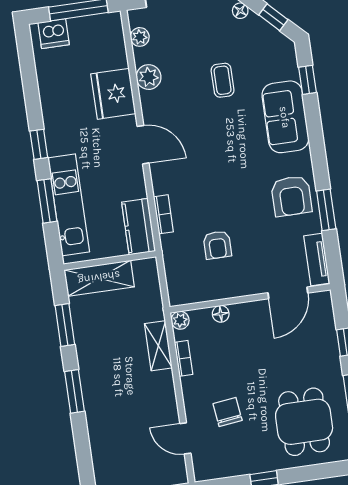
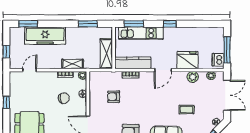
dishwasher: (54, 34) -> (218, 60), moved
window: (47, 201) -> (134, 24), moved
kitchen counter: (139, 227) -> (133, 63), width x1.50
shelving: (99, 278) -> (106, 54), moved
window: (74, 391) -> (28, 24), moved
chair: (228, 412) -> (64, 98), moved
freezer: (105, 415) -> (45, 36), added

